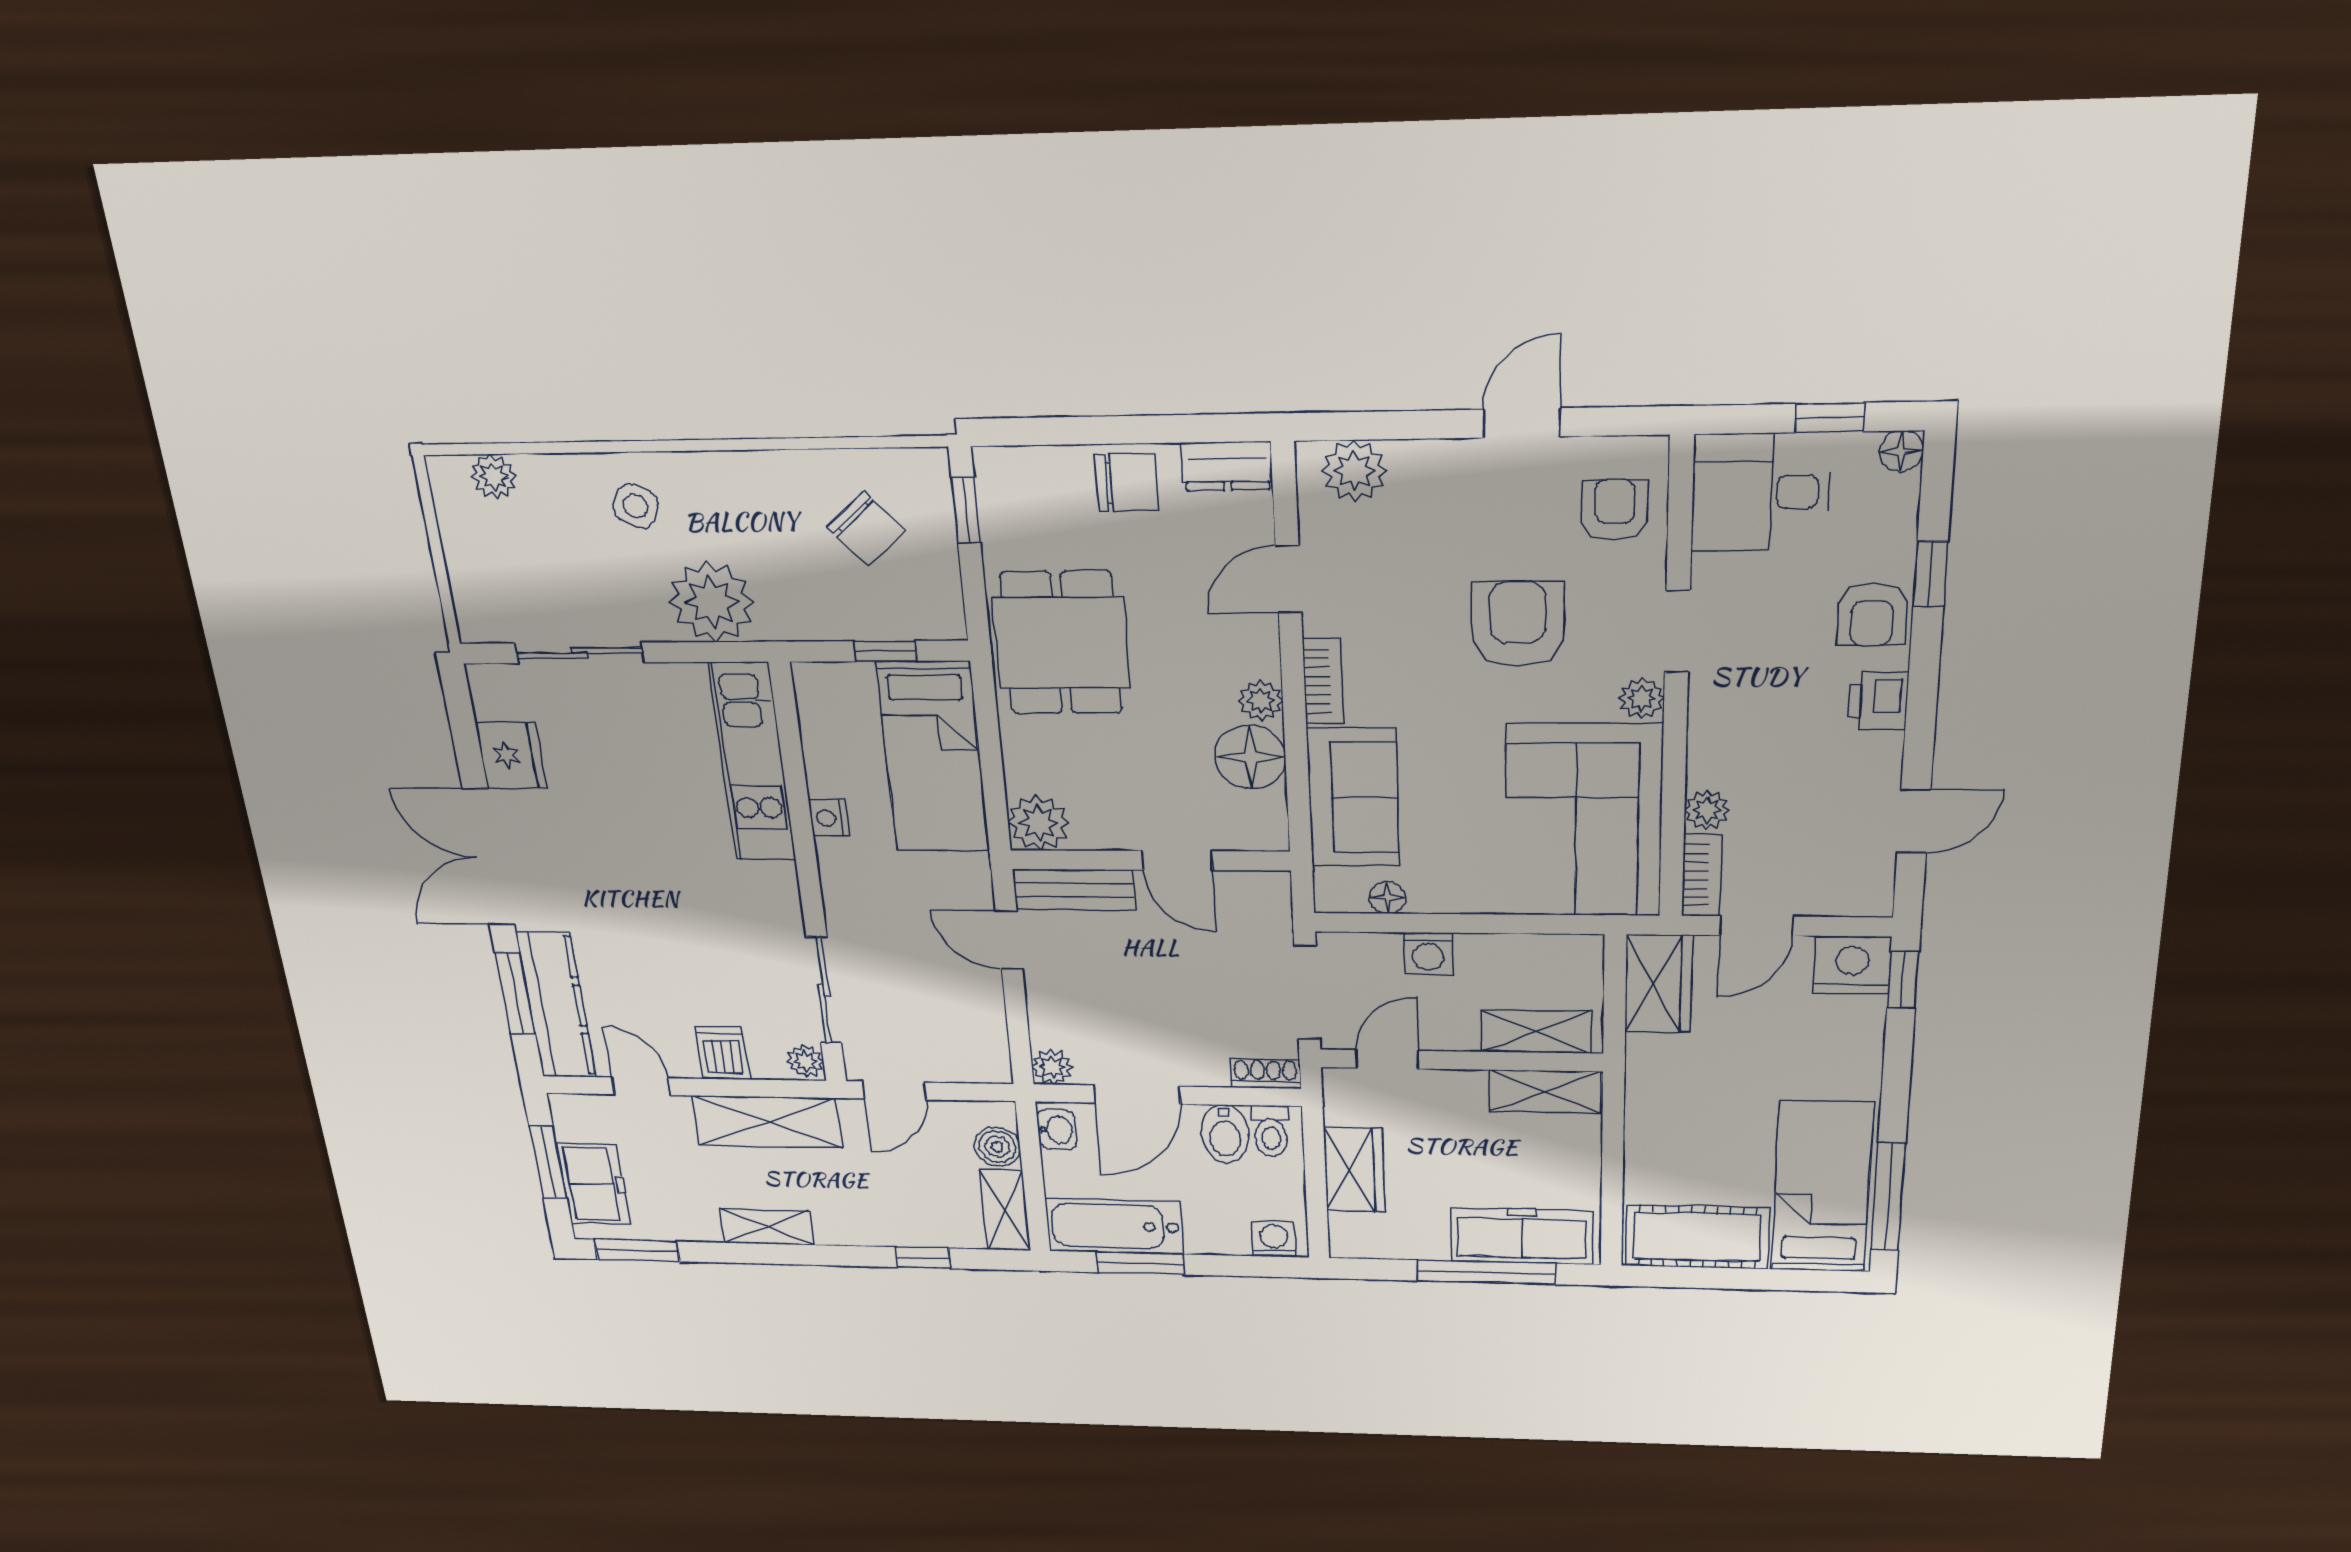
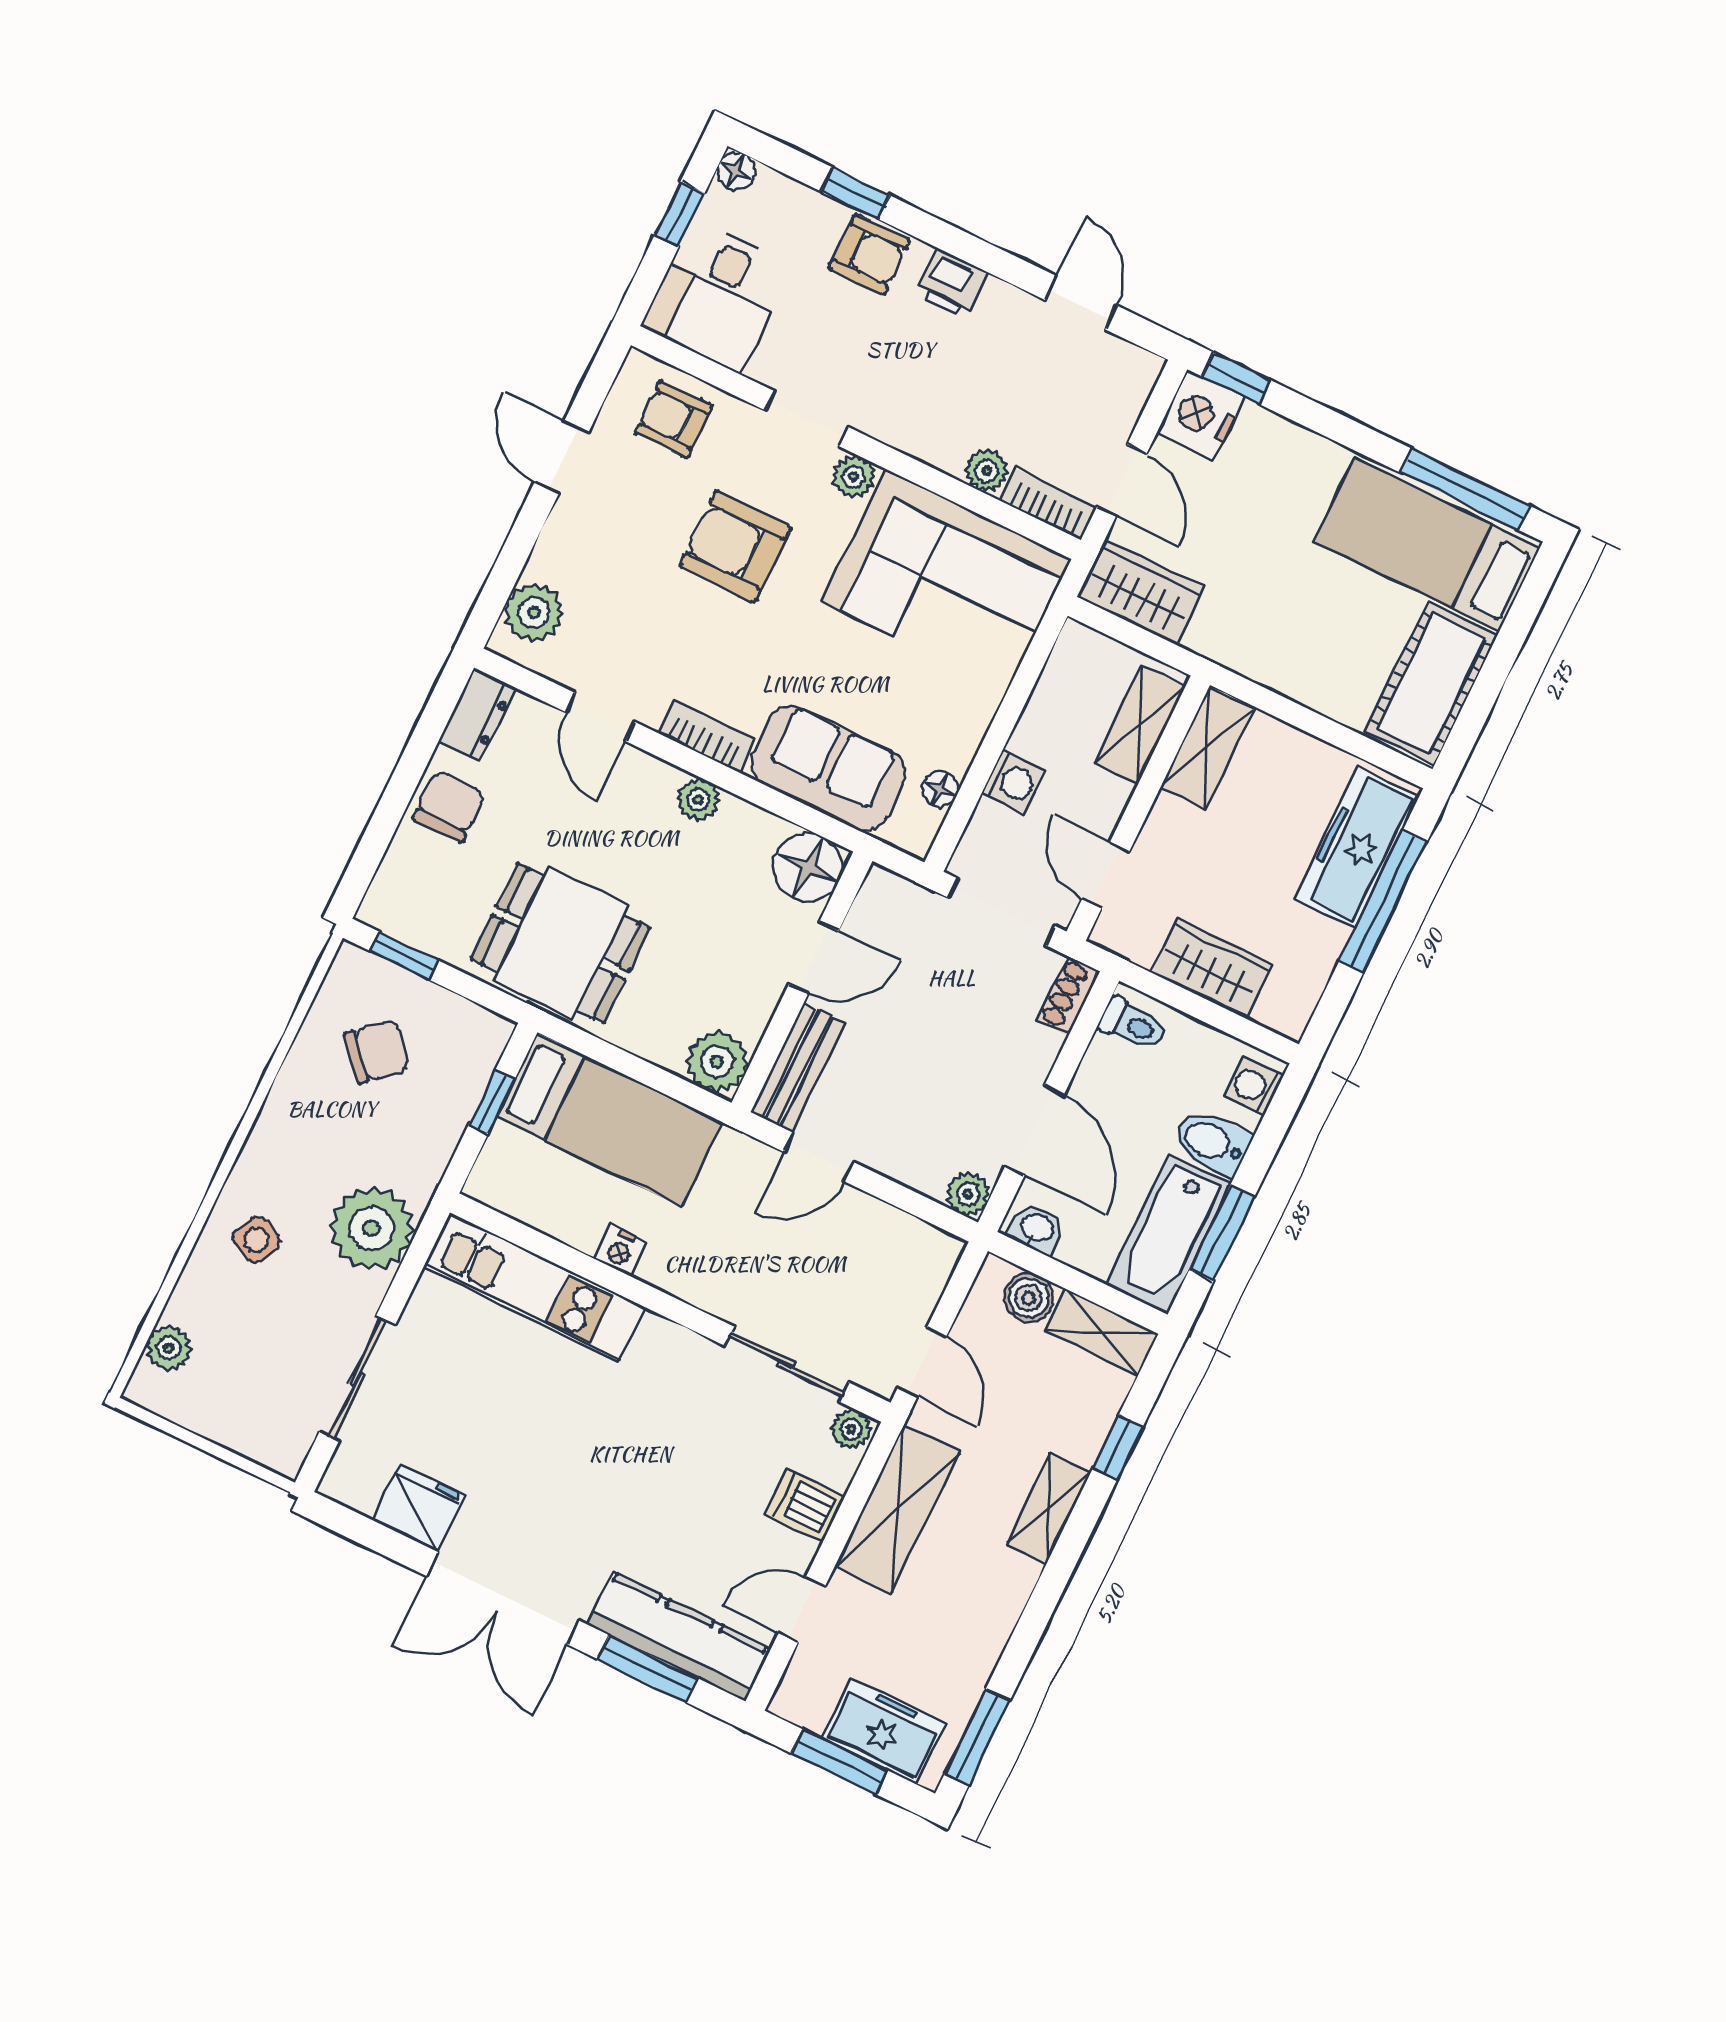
floor lamp: (1250, 757) -> (808, 867), moved
bidet: (1225, 1134) -> (1212, 1142), moved, turned 180
shelving: (767, 1227) -> (1049, 1508), moved

